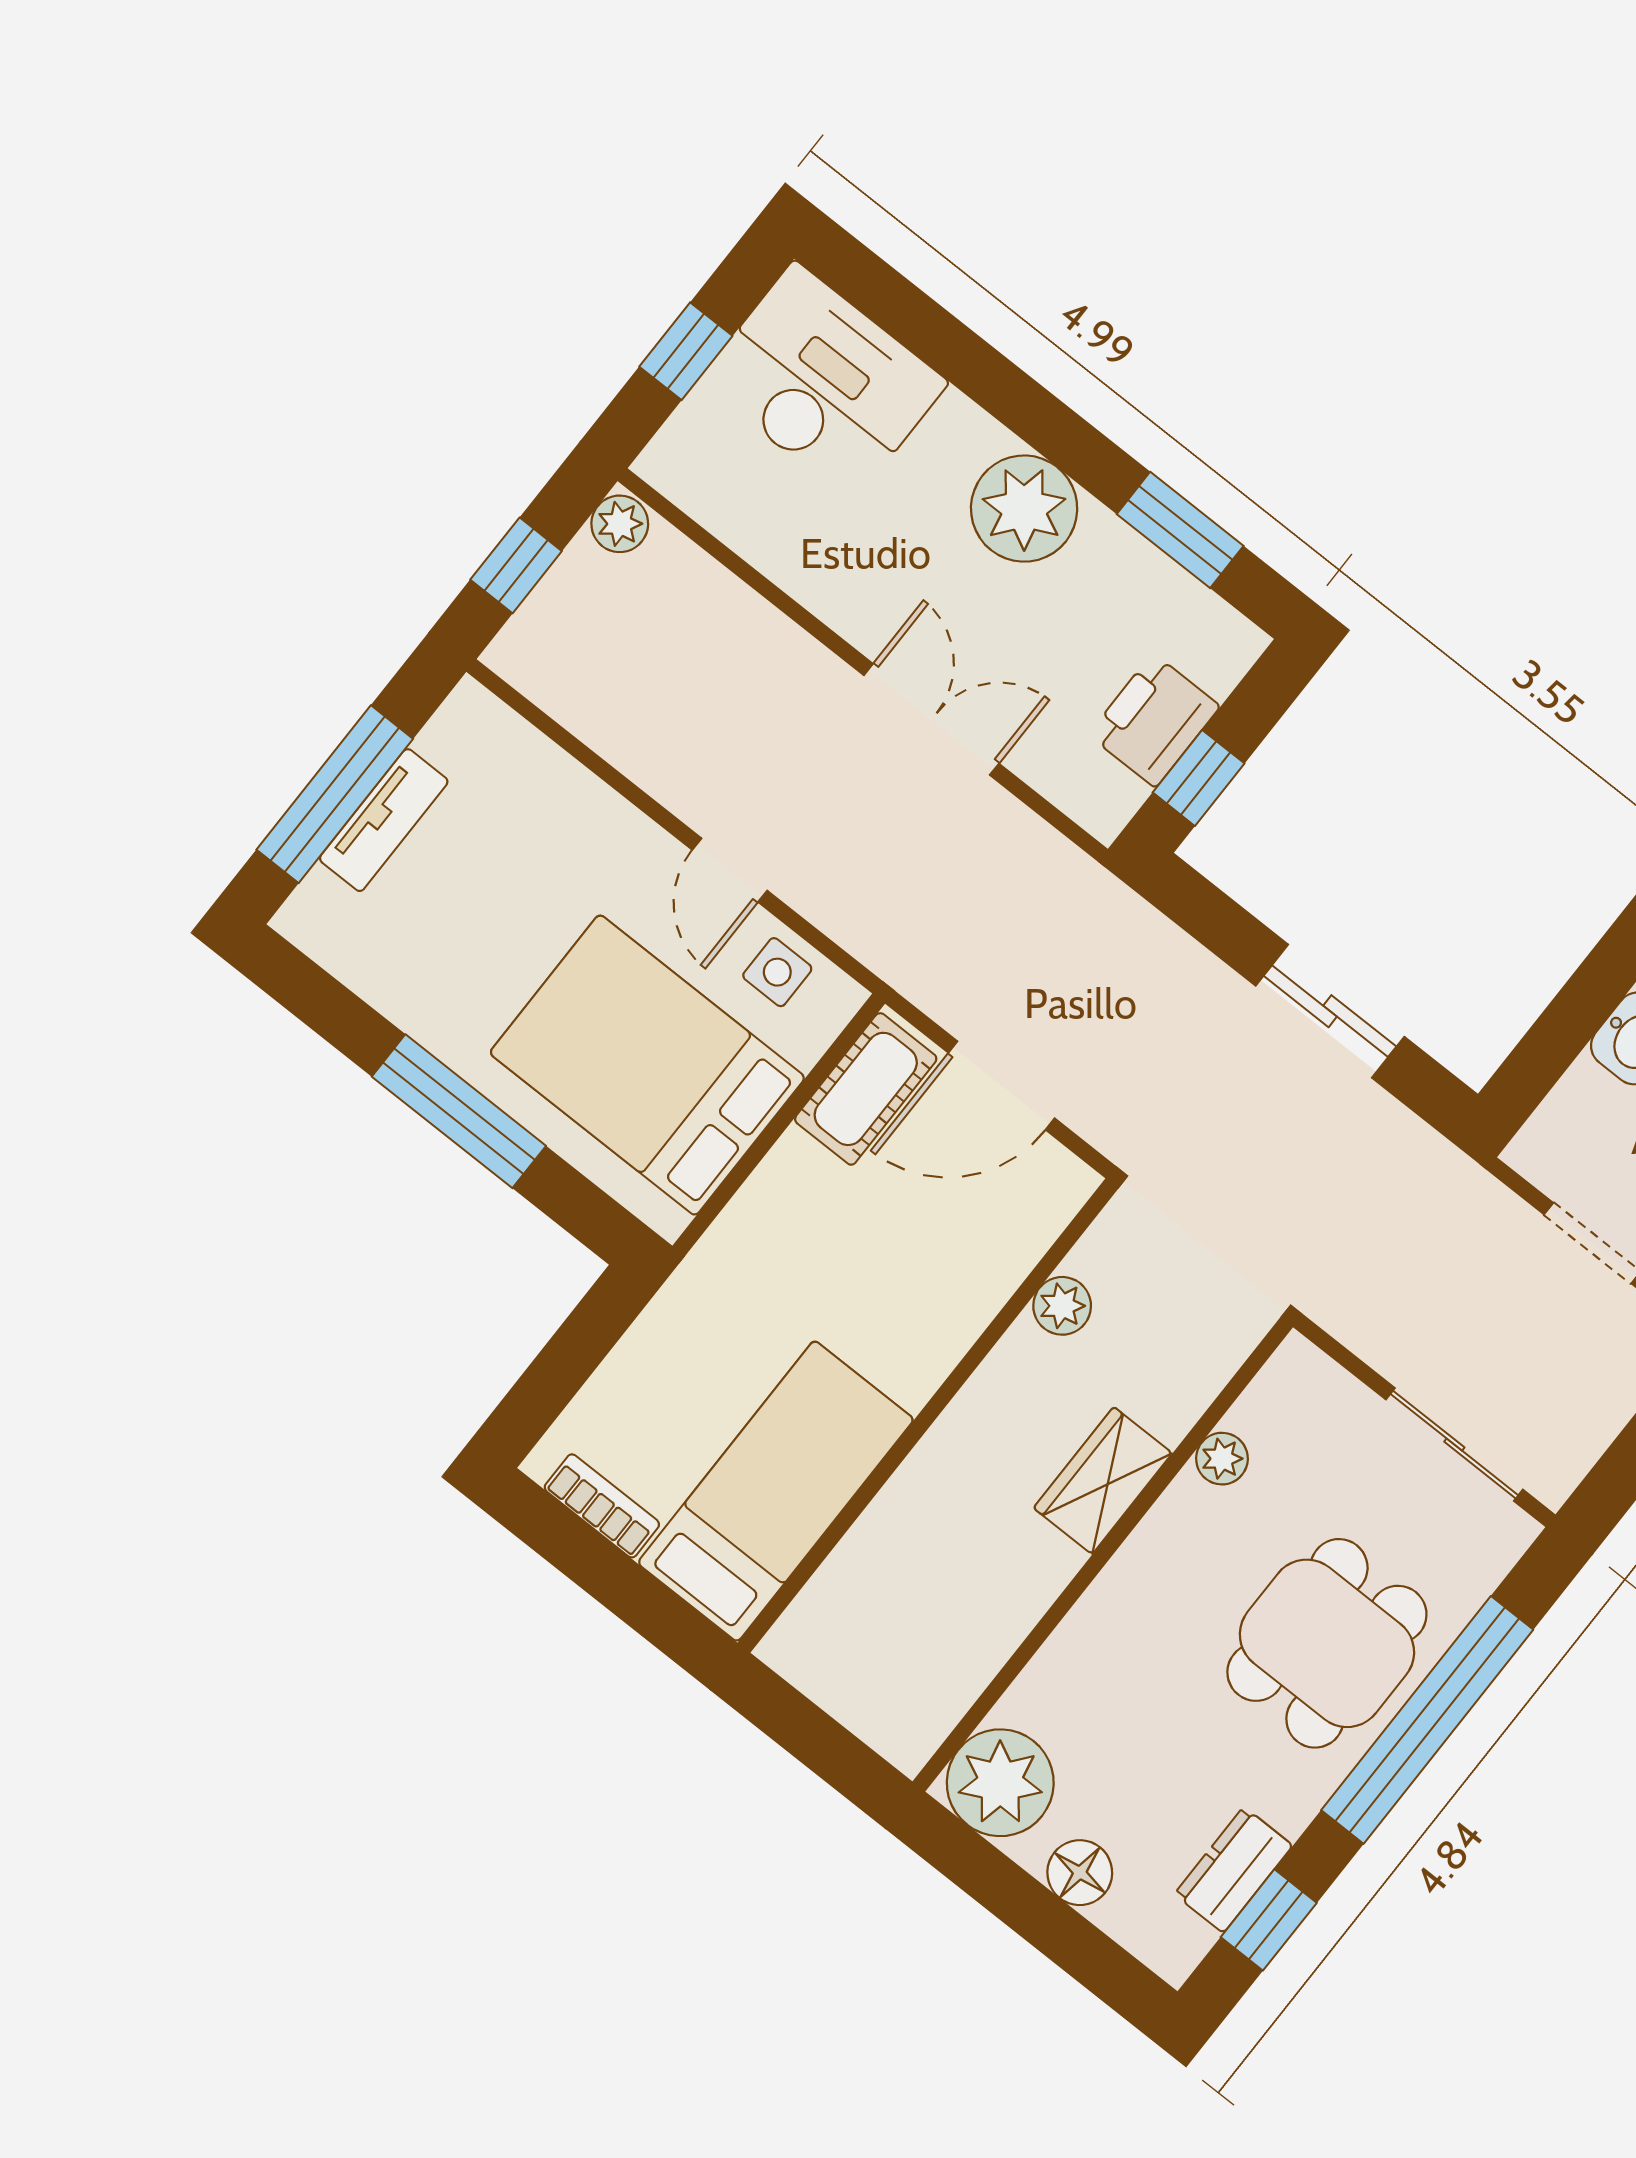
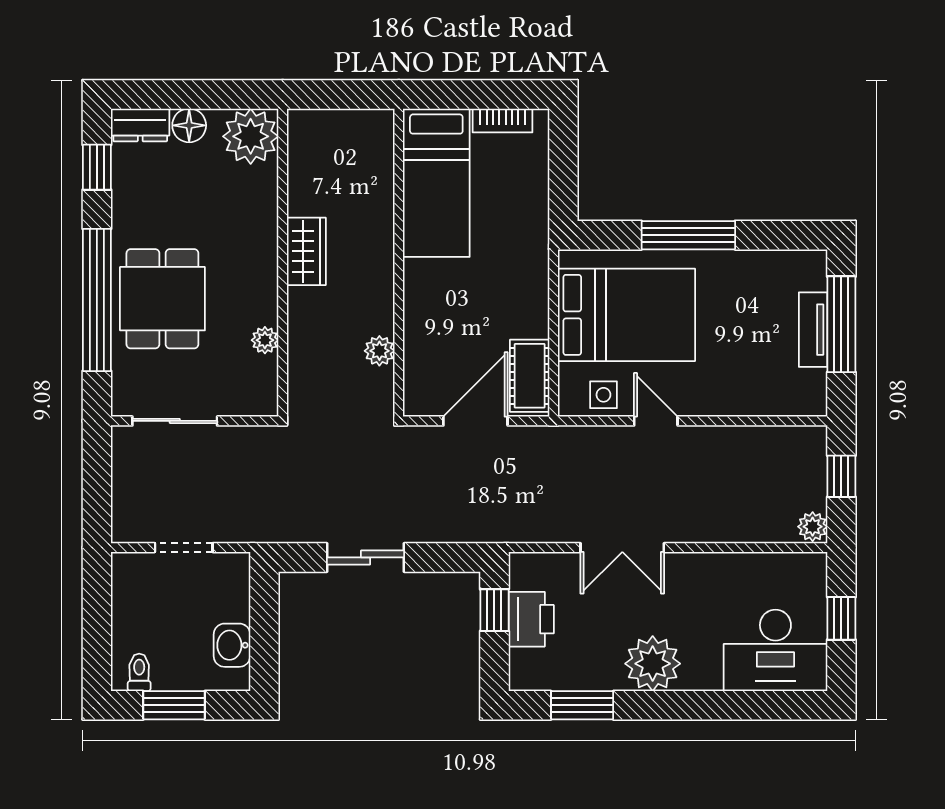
wardrobe: (1103, 1481) -> (306, 251), moved
dresser: (1233, 1870) -> (140, 125), moved, turned 90

